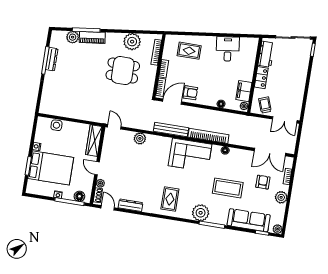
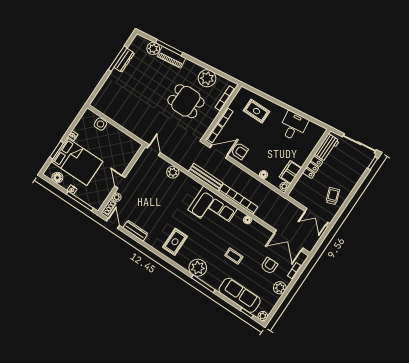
trolley: (265, 105) -> (333, 196), moved
wardrobe: (94, 141) -> (129, 154), removed
coffee table: (228, 188) -> (234, 256), width x0.54, depth x0.58
floor lamp: (79, 196) -> (57, 178), moved

